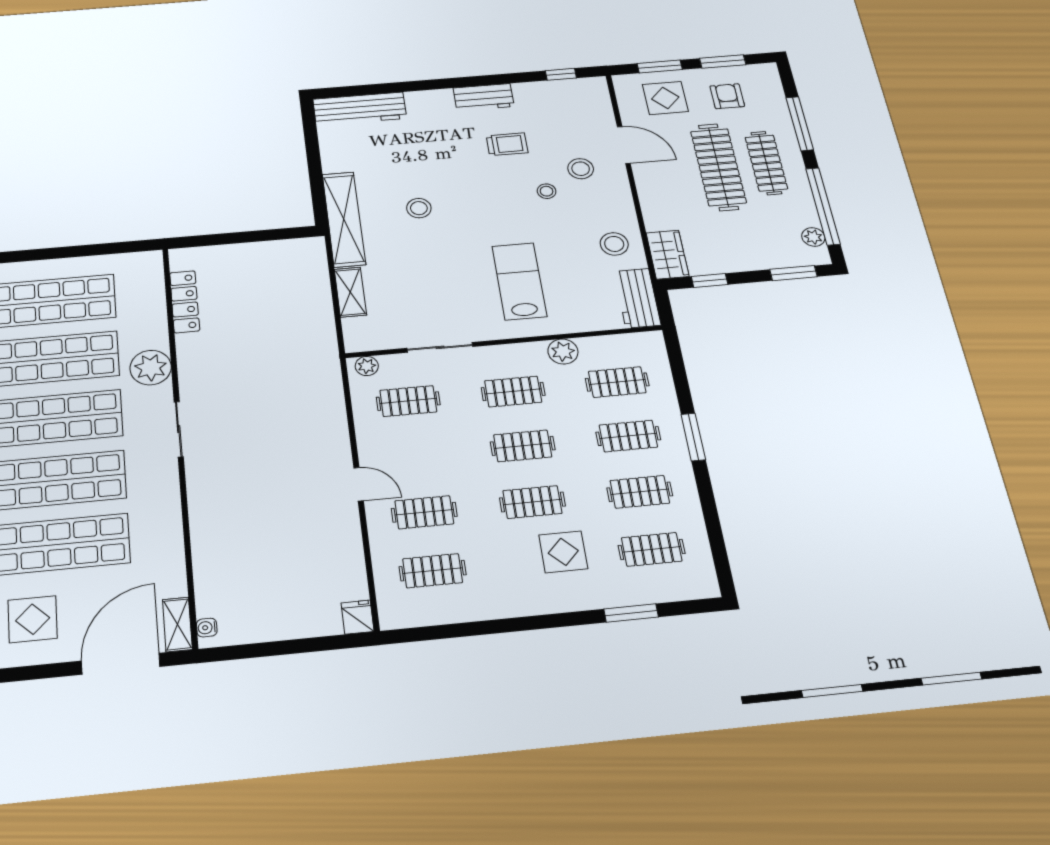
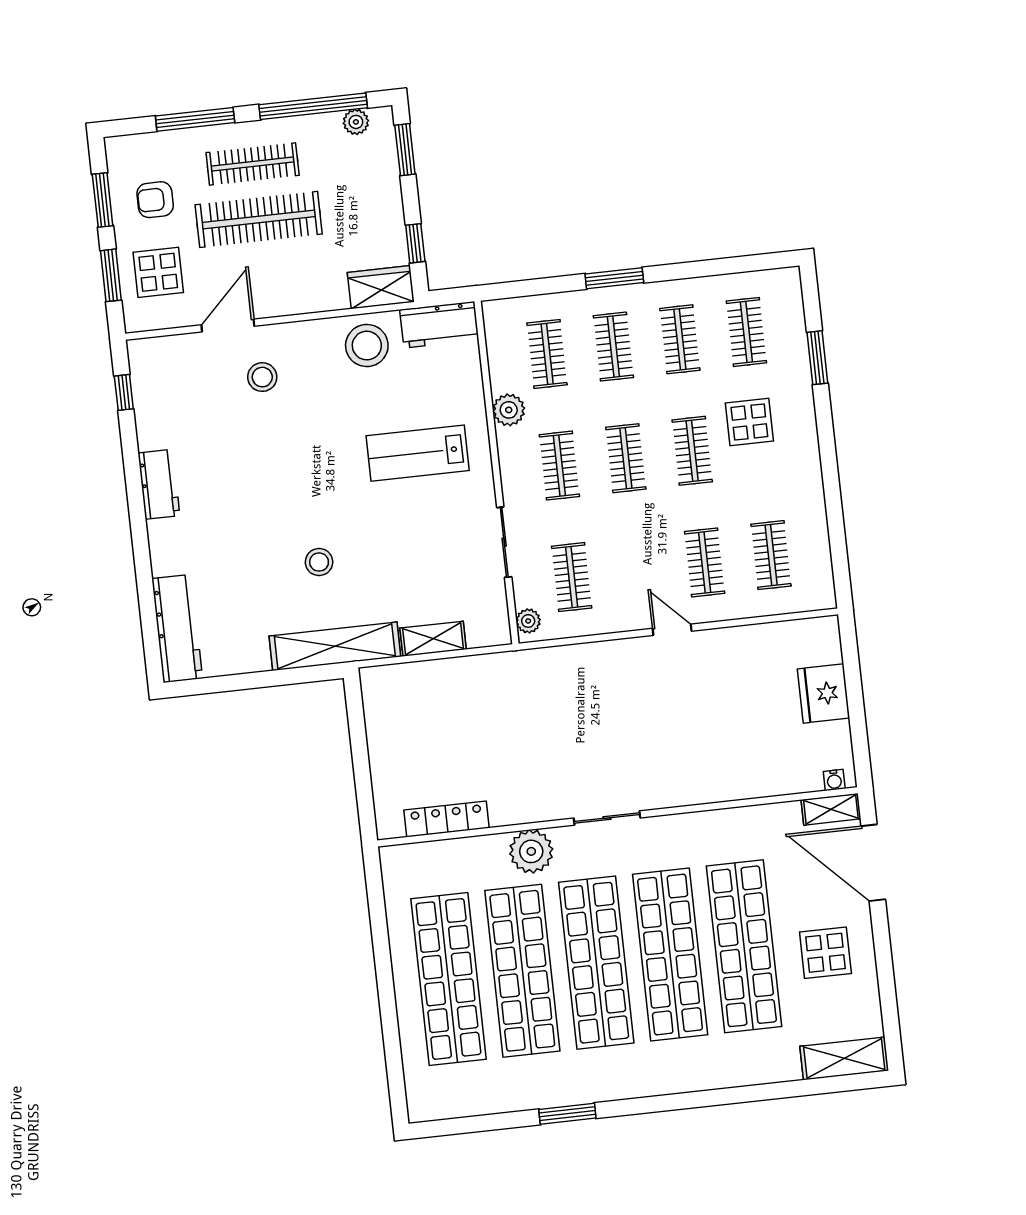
trolley: (507, 144) -> (228, 460), removed
stool: (547, 191) -> (294, 417), removed
stool: (614, 244) -> (367, 346), width x1.38, depth x1.38
door: (359, 484) -> (672, 630), hinge flipped
fridge: (358, 617) -> (824, 693), moved, width x1.88, depth x1.34

